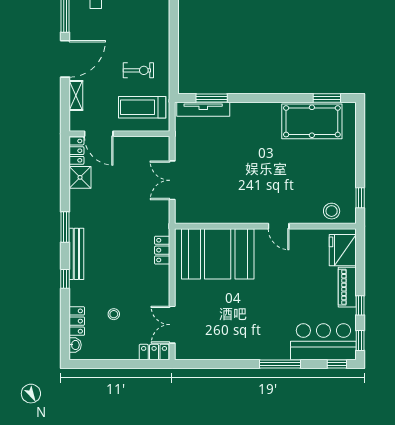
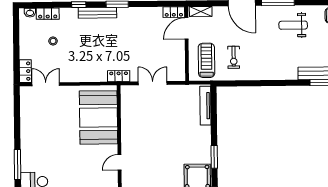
shelving: (76, 95) -> (201, 11), moved
window: (212, 98) -> (214, 157), moved
shower: (80, 177) -> (154, 15), removed
locker: (162, 250) -> (119, 76), moved

